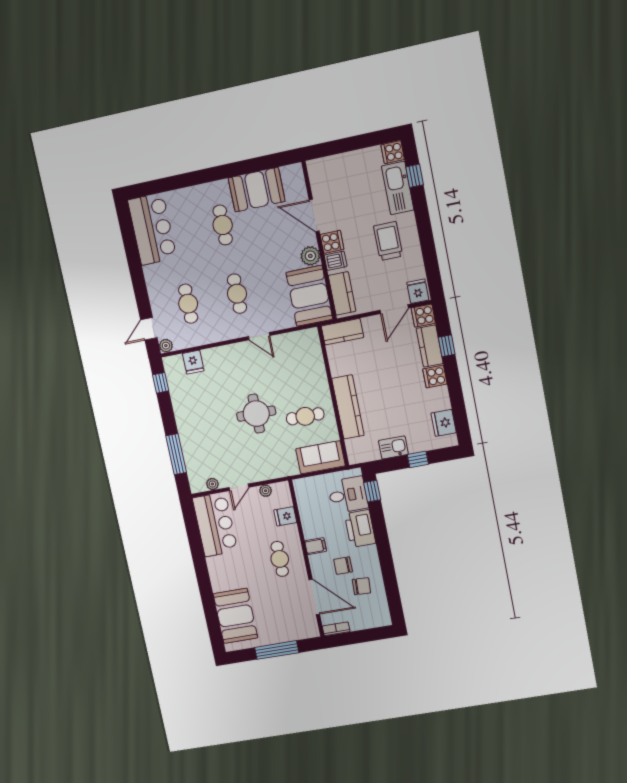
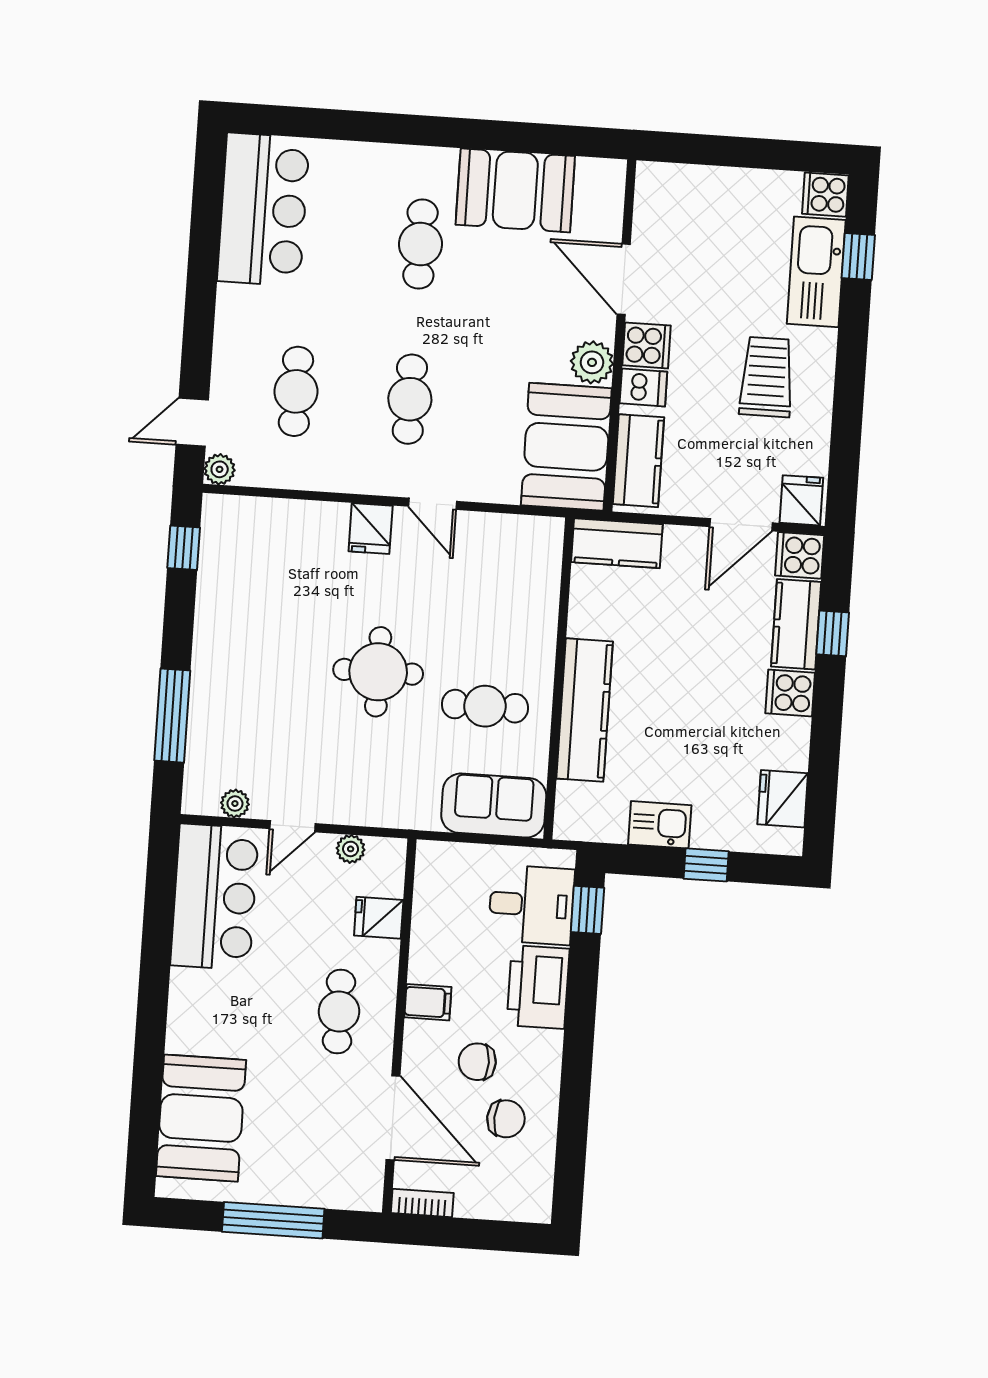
fridge: (193, 362) -> (371, 529), moved

